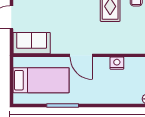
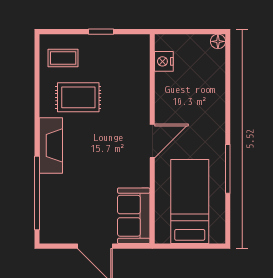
nightstand: (117, 63) -> (164, 61), moved

